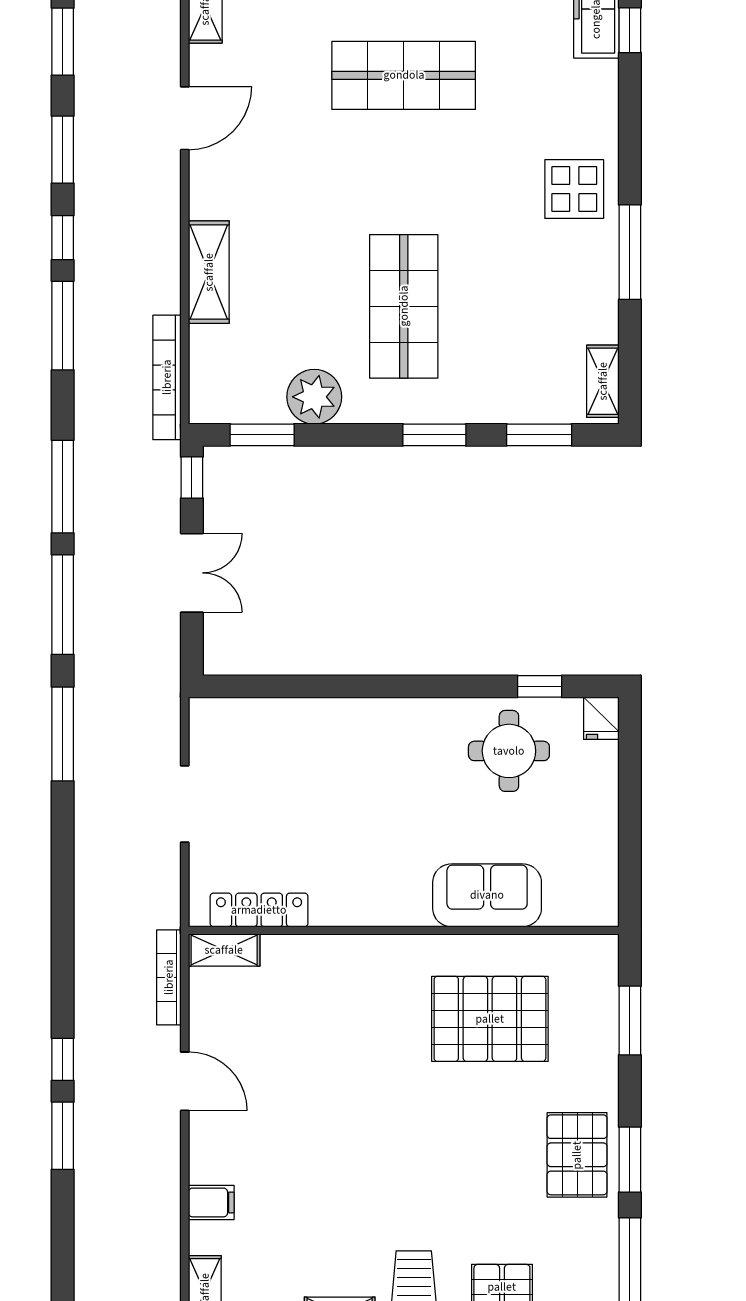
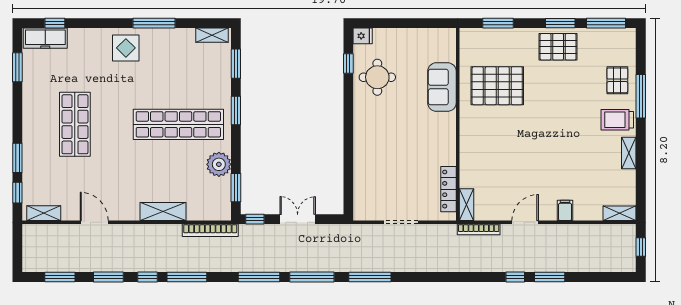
shop shelf: (404, 306) -> (178, 124), width x1.40
pallet: (490, 1019) -> (497, 86), turned 90
filing cabinet: (211, 1202) -> (565, 210), moved

